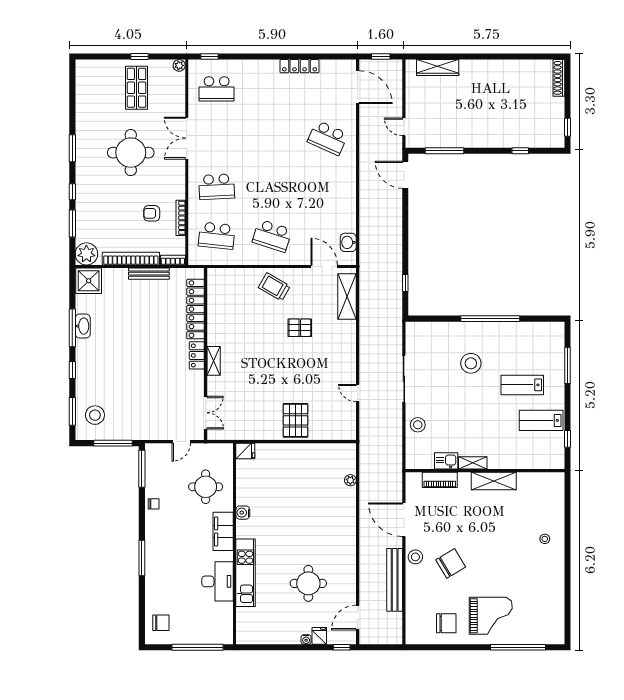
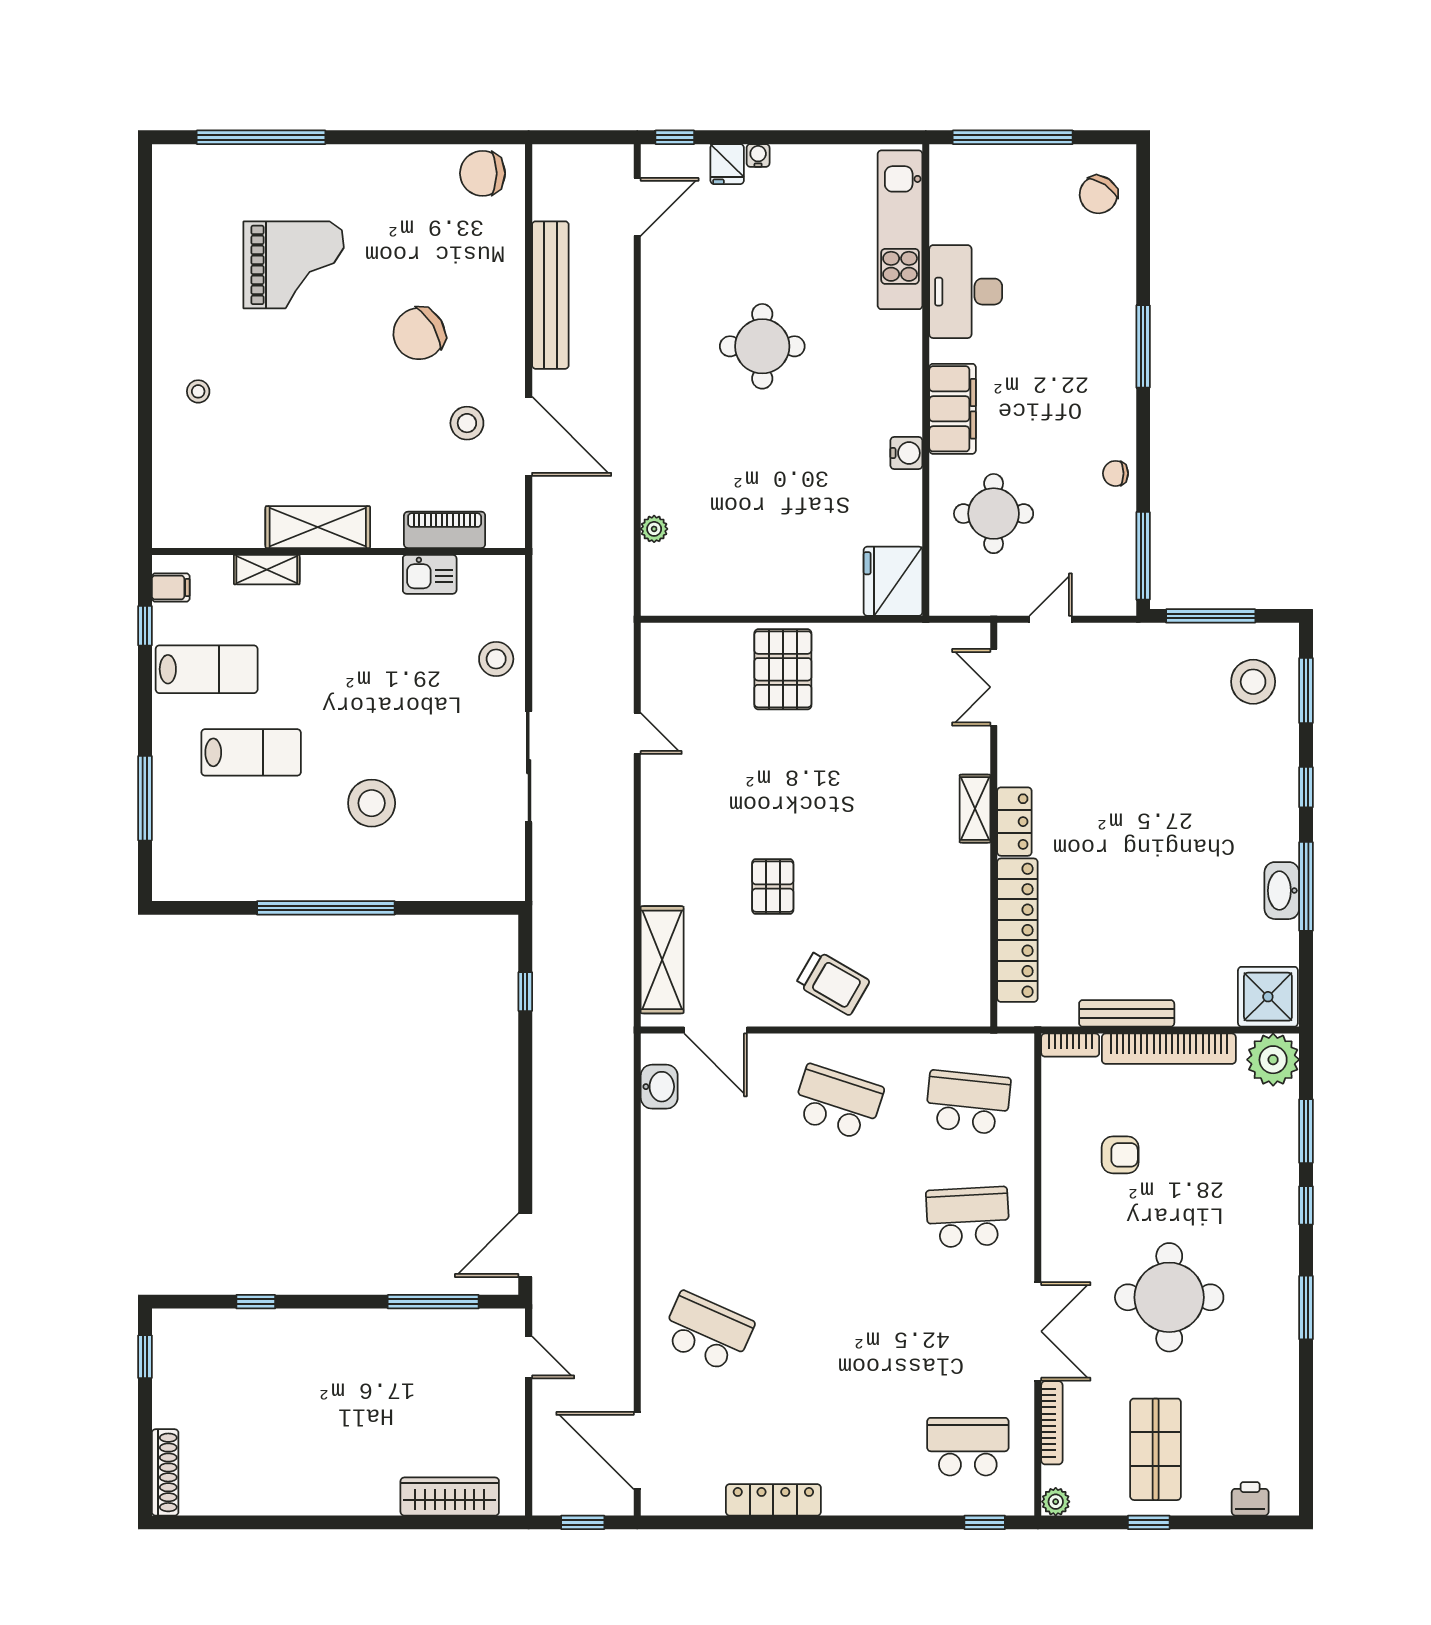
printer: (96, 67) -> (1250, 1499), added
door: (405, 175) -> (525, 1245), swing flipped
bookcase: (181, 218) -> (1052, 1423), moved
pallet: (300, 328) -> (773, 887), turned 90
fridge: (245, 451) -> (893, 581), width x1.88, depth x1.34
filing cabinet: (556, 455) -> (171, 588), added
shelving: (473, 463) -> (267, 570), moved
stool: (415, 557) -> (467, 423), moved
kitchen unit: (246, 573) -> (900, 230), moved
round table: (308, 583) -> (762, 346), moved
grand piano: (491, 616) -> (294, 265), moved, turned 180
chair: (161, 623) -> (1098, 195), turned -56
chair: (446, 623) -> (483, 173), moved

